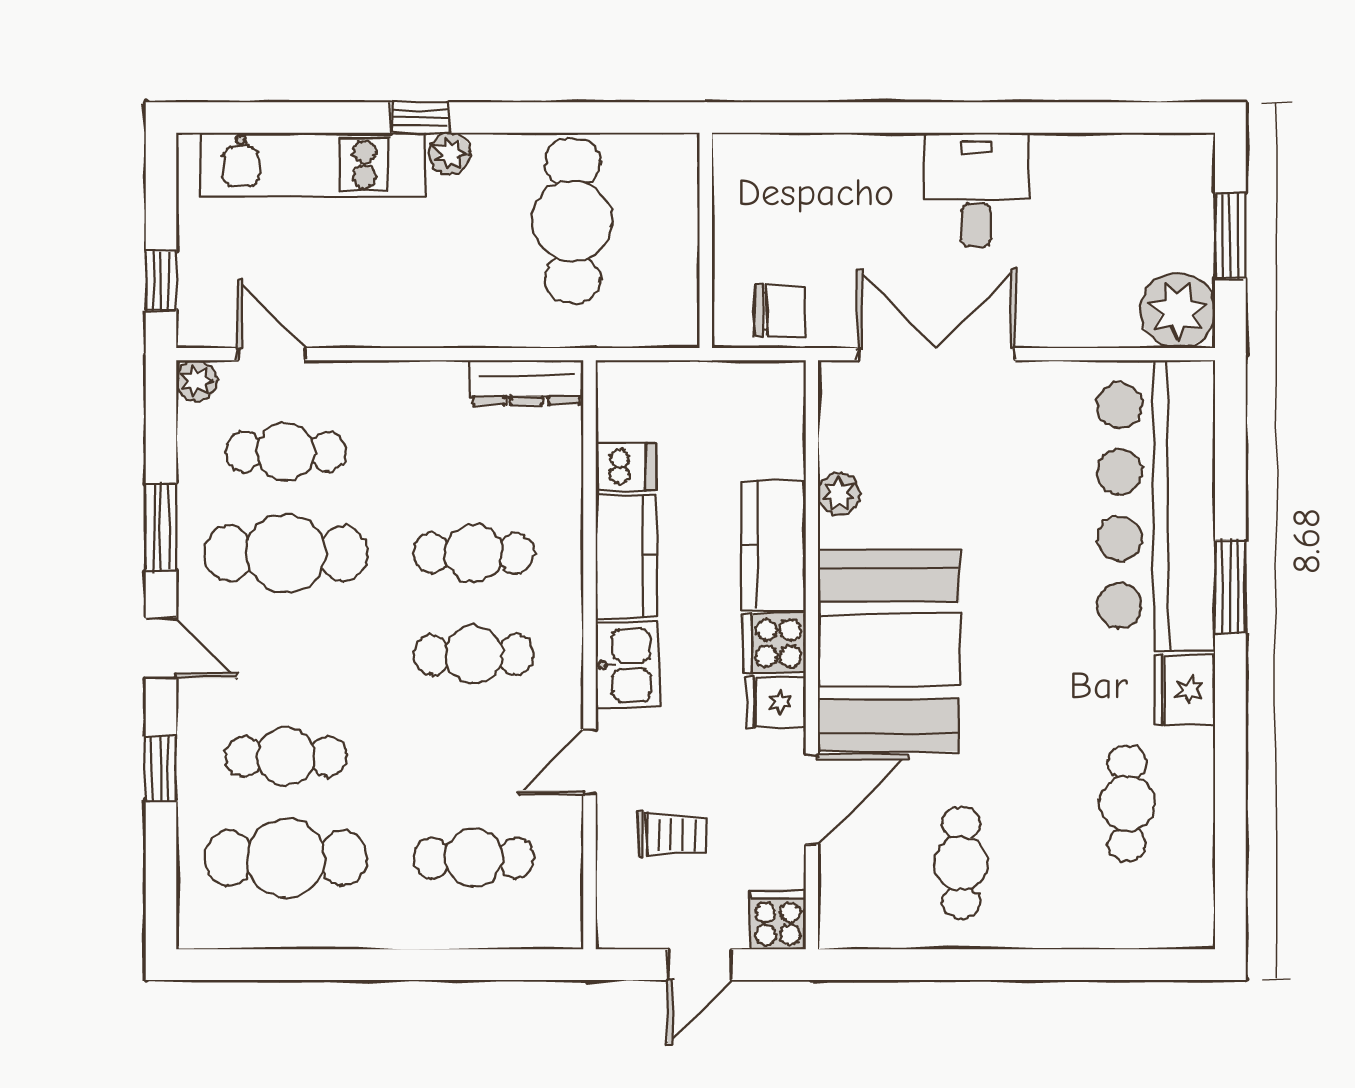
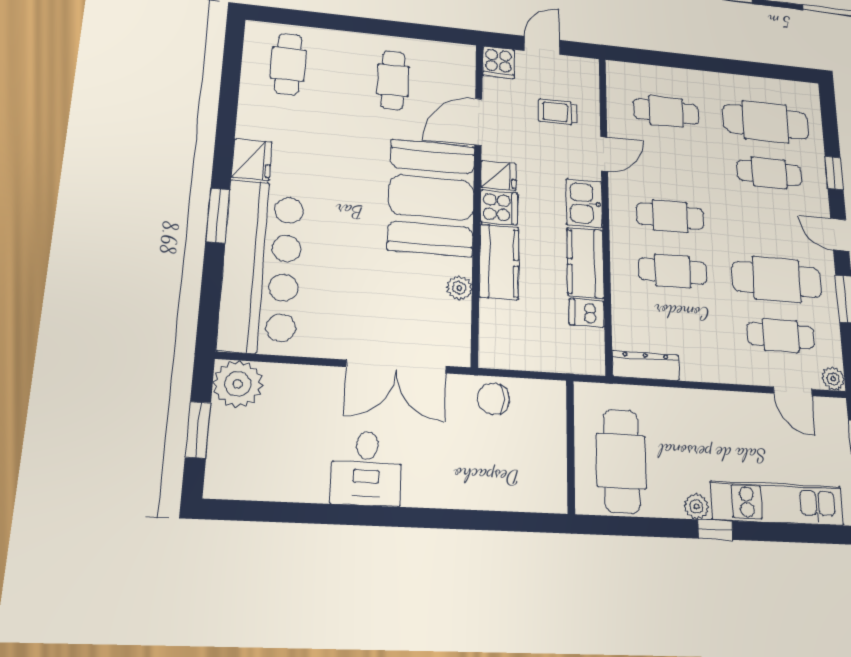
wall: (706, 240) -> (571, 446), moved
cafe table: (1127, 803) -> (288, 64), moved

